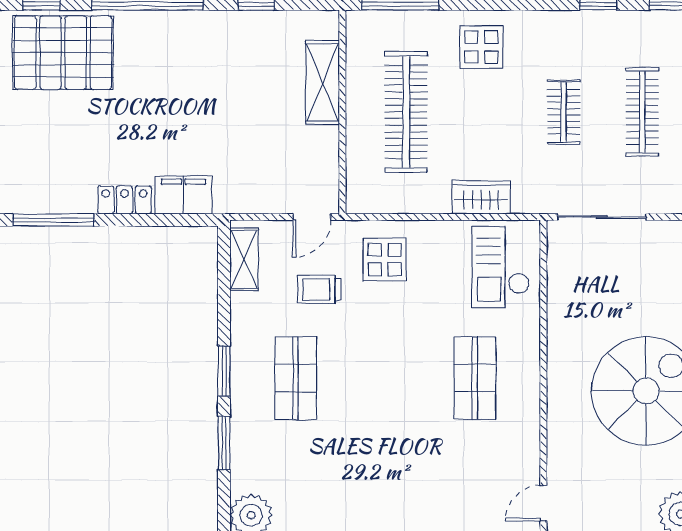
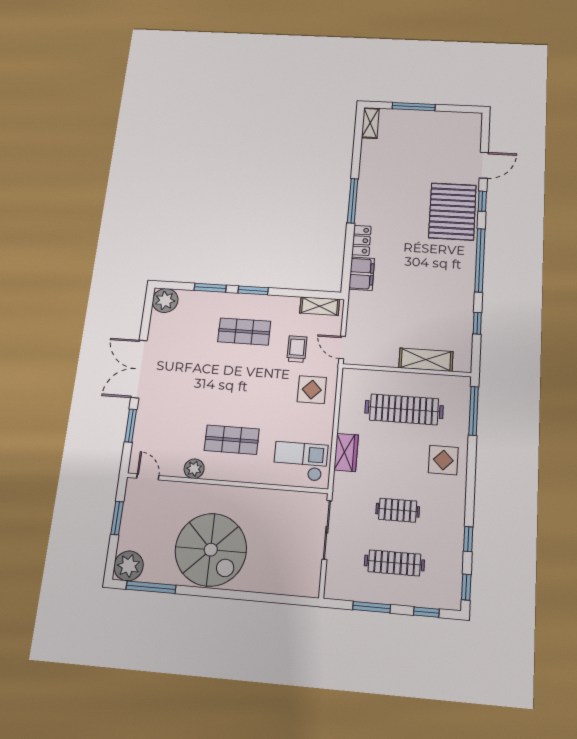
plant: (525, 432) -> (194, 469), added

